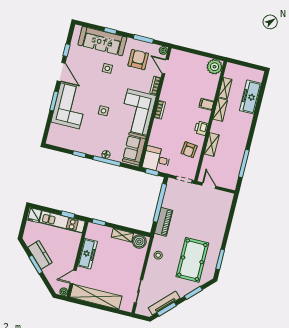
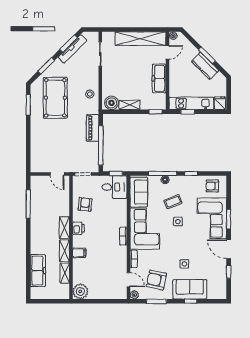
sofa: (102, 41) -> (190, 289), width x0.73
armchair: (138, 60) -> (156, 280), turned 102
coffee table: (103, 131) -> (173, 202), added
armchair: (62, 137) -> (212, 186), added
shelving: (212, 144) -> (64, 228), moved

